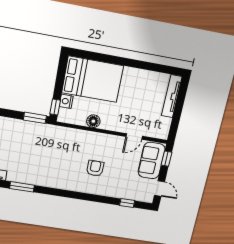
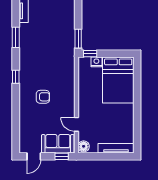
floor lamp: (93, 121) -> (84, 146), moved
window: (127, 203) -> (16, 77), moved

